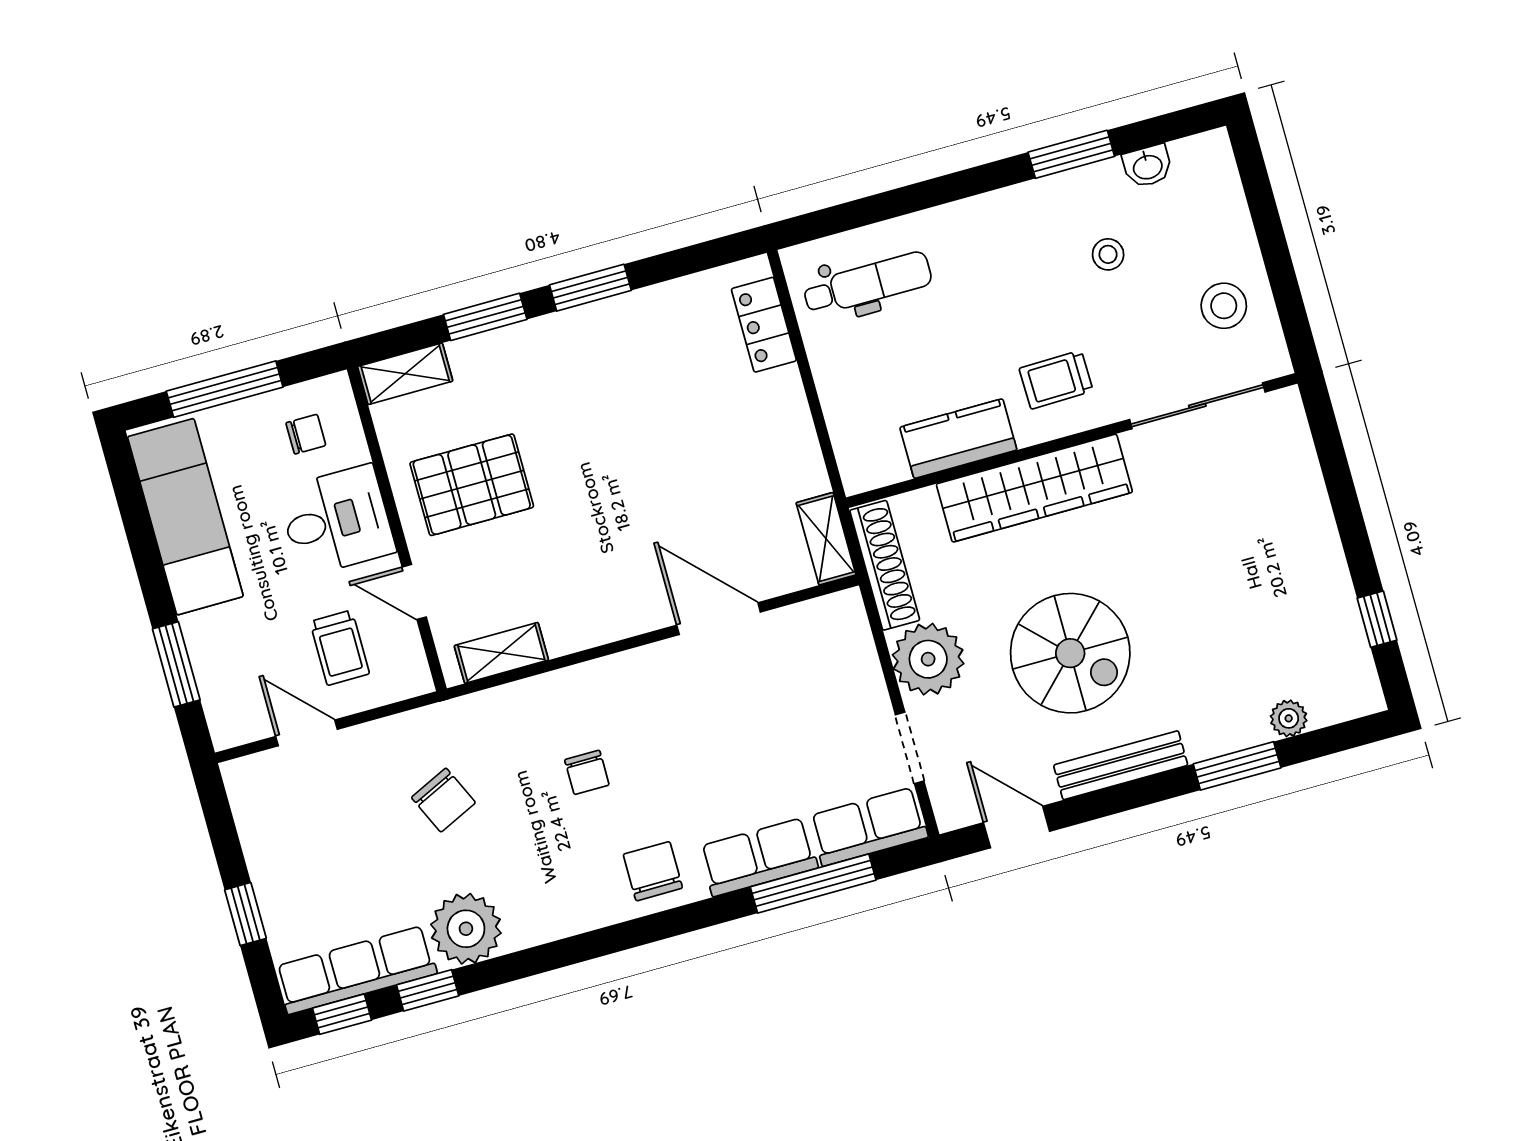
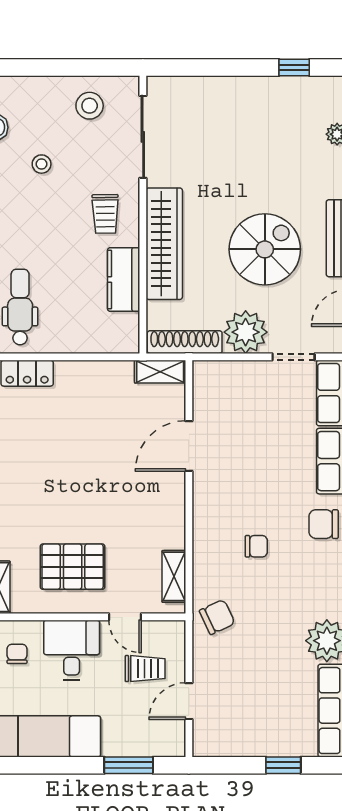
pallet: (472, 485) -> (73, 567), turned 90
door: (414, 592) -> (125, 617), hinge flipped
chair: (443, 800) -> (217, 617), moved

